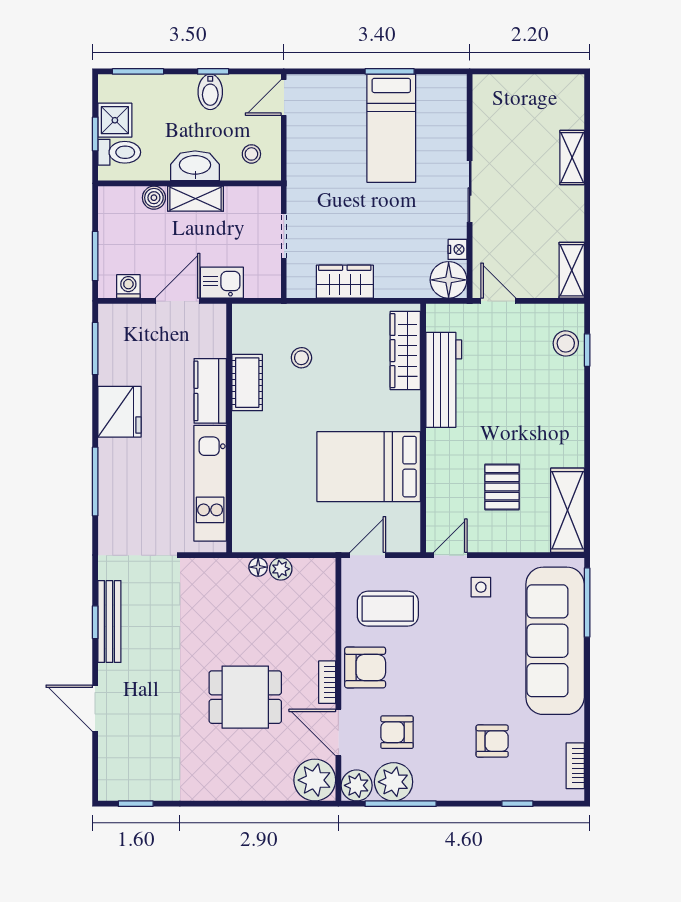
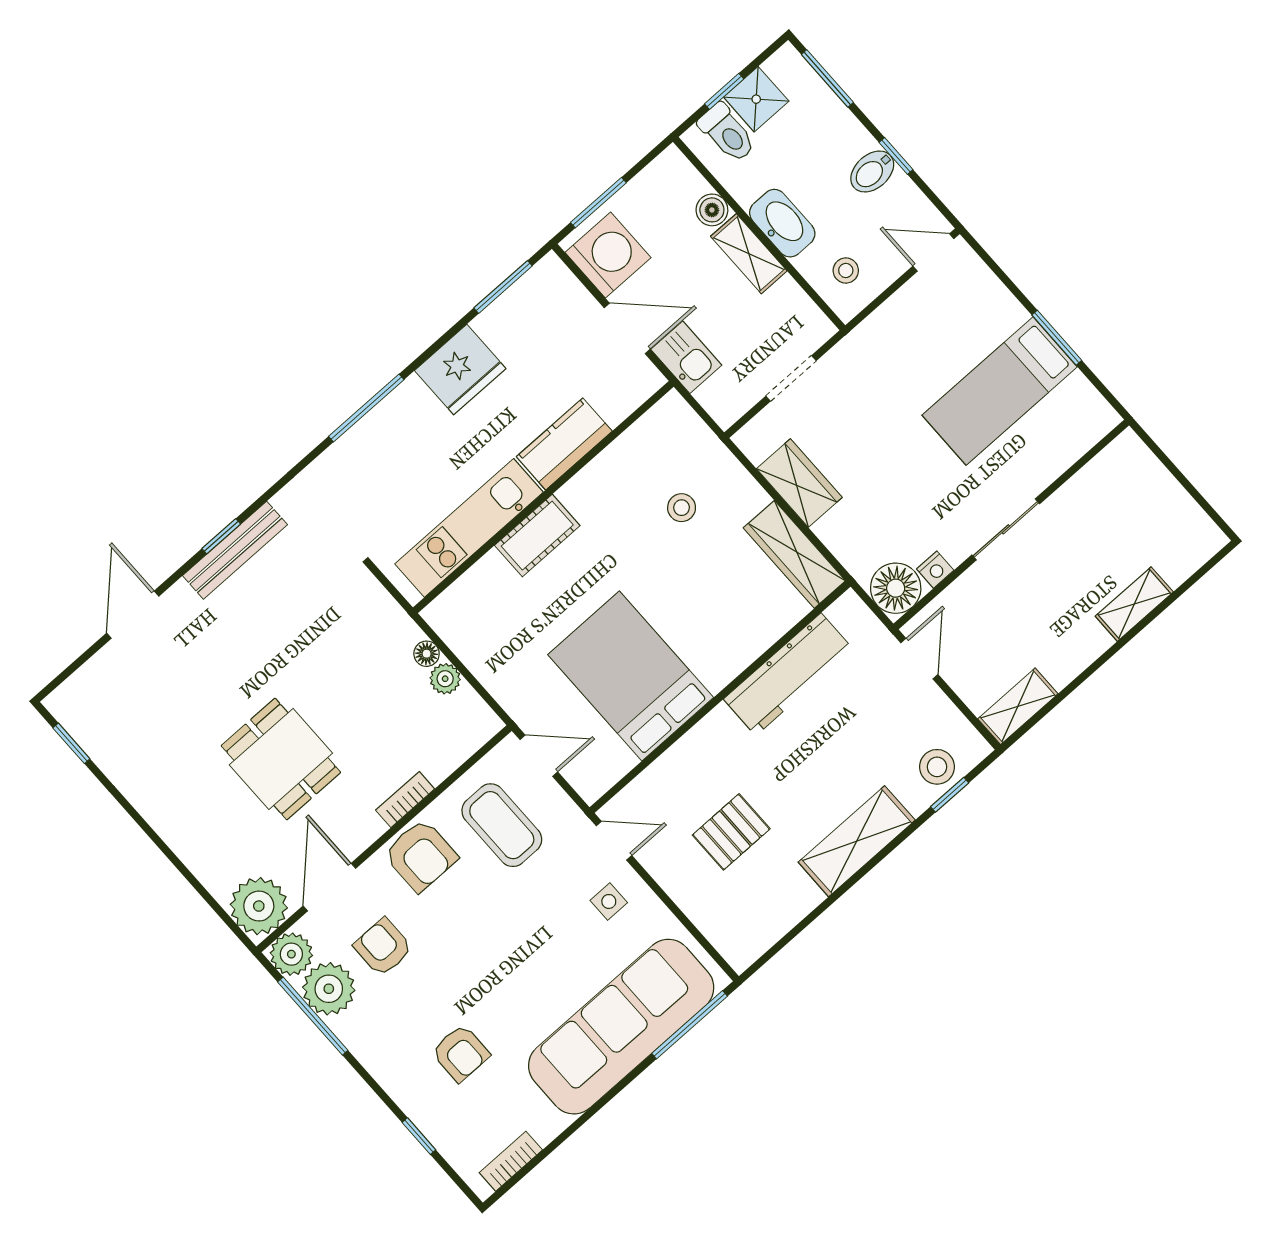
washing machine: (128, 286) -> (608, 255), width x1.89, depth x1.89
wardrobe: (405, 351) -> (794, 554), moved, turned -90
cot: (247, 383) -> (537, 536), moved
shelving: (568, 510) -> (857, 841), moved
bookcase: (327, 682) -> (405, 799), moved

